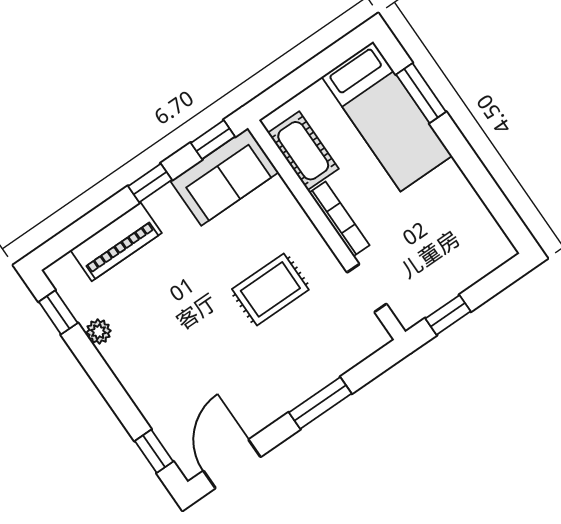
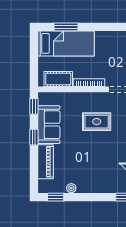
sofa: (225, 177) -> (49, 125), moved
rug: (270, 289) -> (97, 122), turned 90

